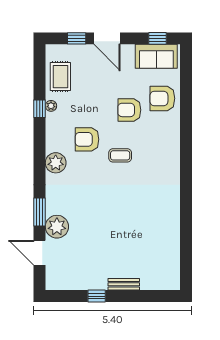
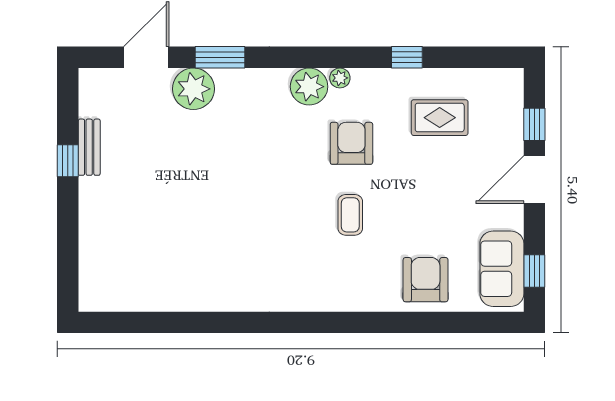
rug: (60, 77) -> (440, 118), moved
plant: (51, 106) -> (340, 78), moved
armchair: (129, 110) -> (405, 220), removed
coffee table: (120, 155) -> (350, 215), moved
bench: (124, 284) -> (89, 147), moved

